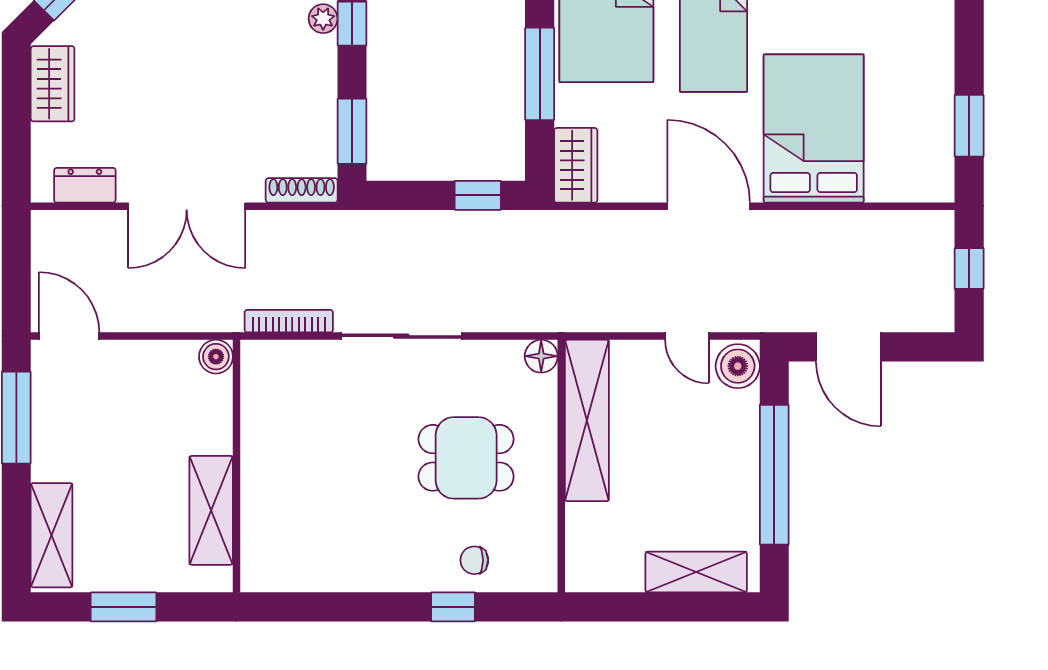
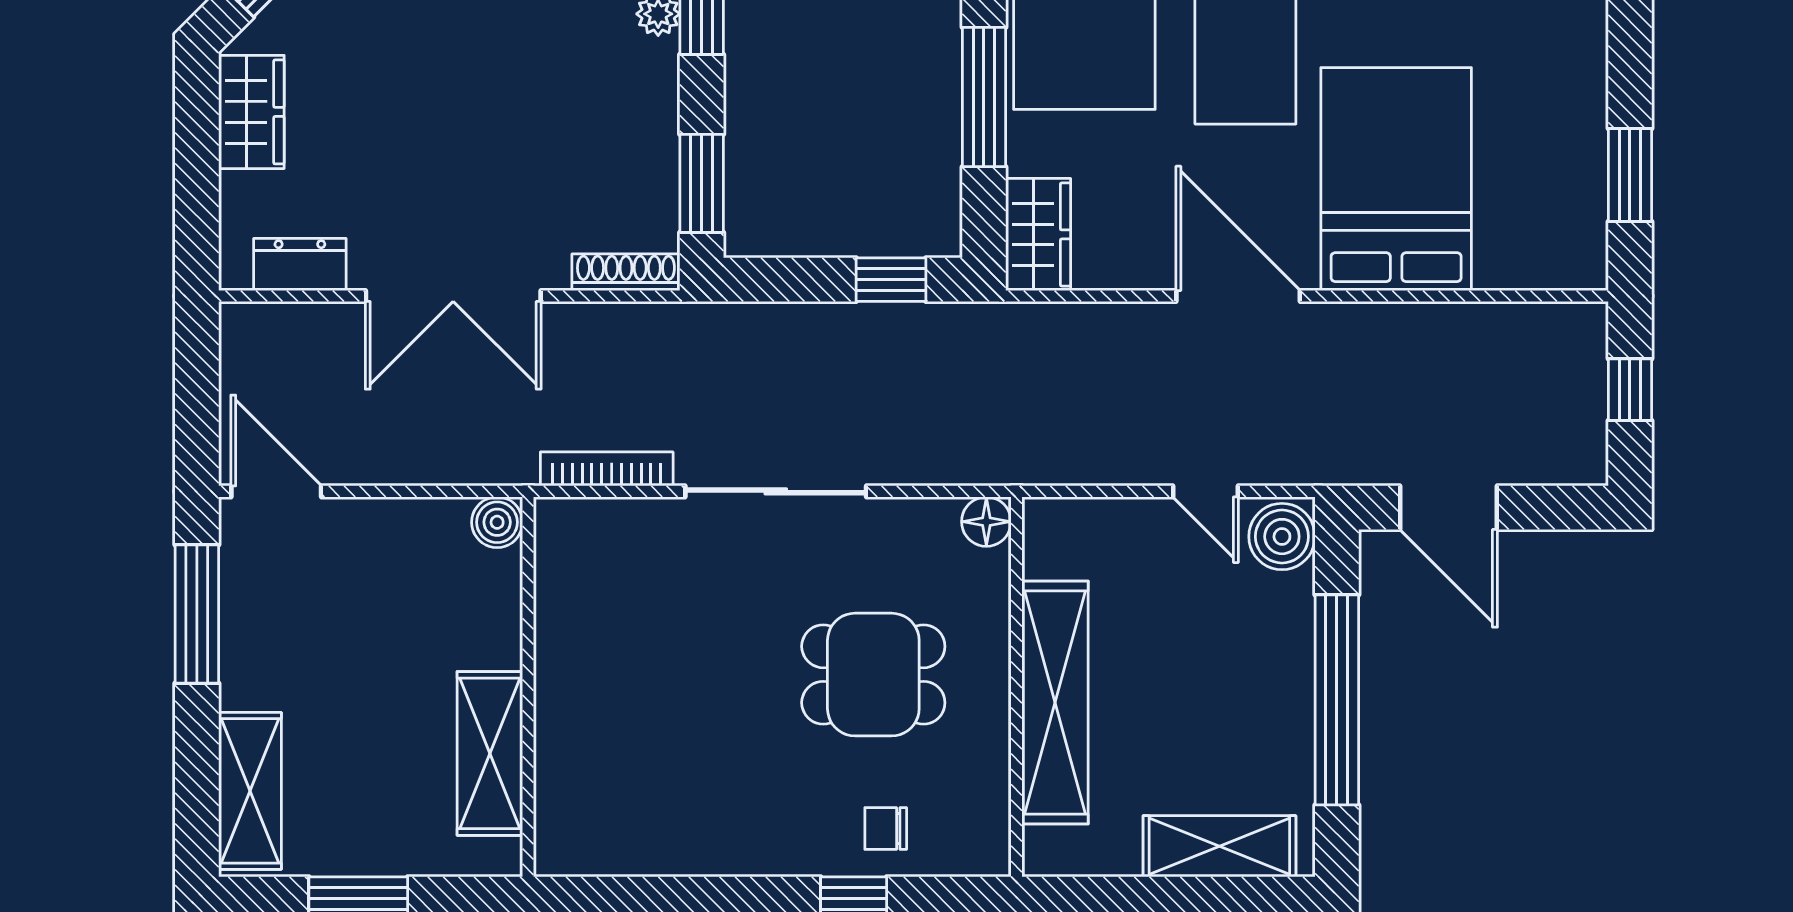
shelving: (587, 420) -> (1055, 703), moved

